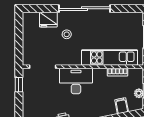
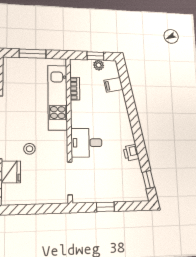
desk: (76, 81) -> (86, 143), width x0.73
window: (19, 85) -> (105, 207), moved

